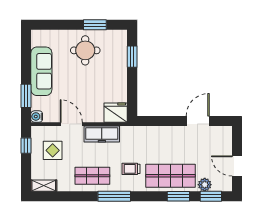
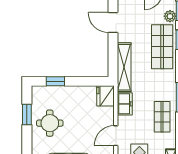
shelving: (148, 133) -> (124, 67), added
freezer: (102, 134) -> (125, 104), width x0.71
trolley: (131, 169) -> (156, 82), removed

